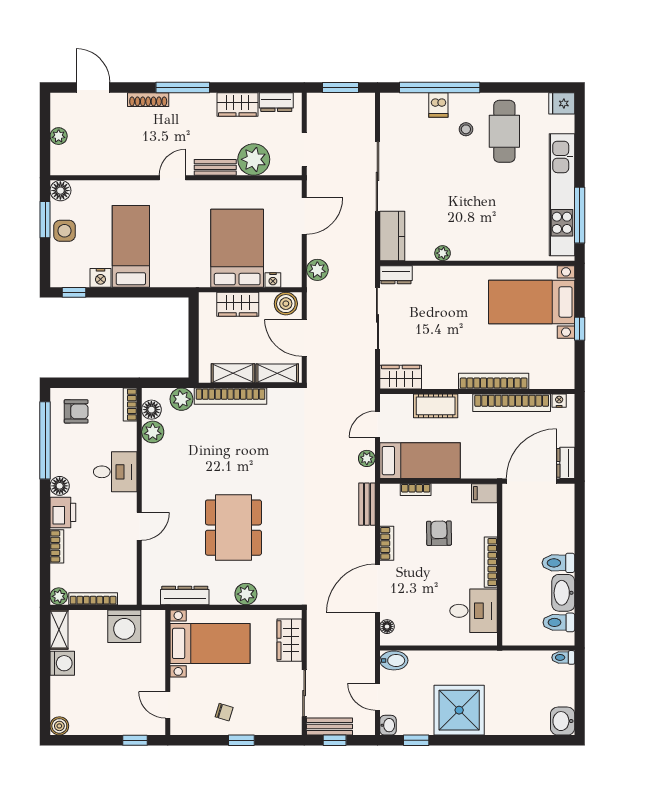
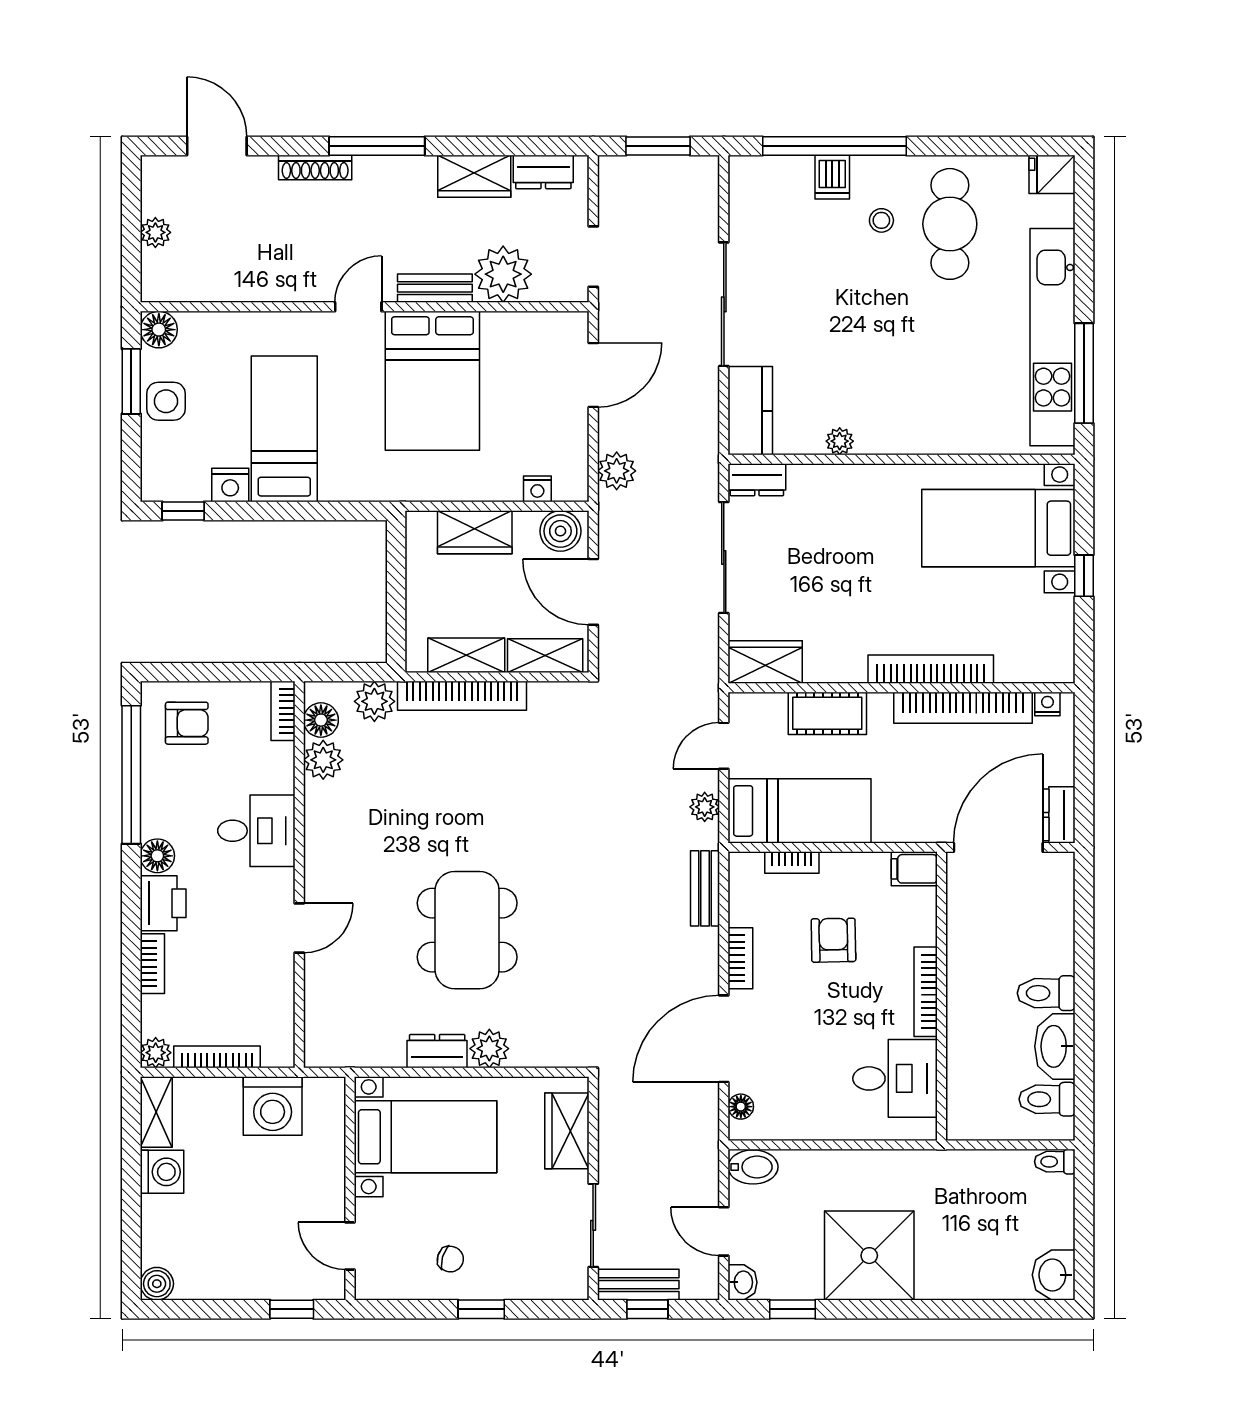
bed: (237, 248) -> (432, 381), moved, turned 180
dresser: (185, 595) -> (437, 1051), moved, width x0.70

